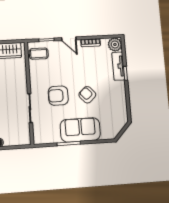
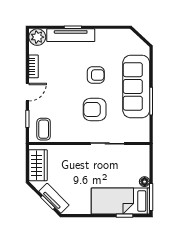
tv unit: (118, 66) -> (71, 35), width x1.41
armchair: (87, 95) -> (96, 75), turned -137
armchair: (58, 96) -> (95, 109), turned 90
sofa: (80, 130) -> (136, 86), width x1.36

